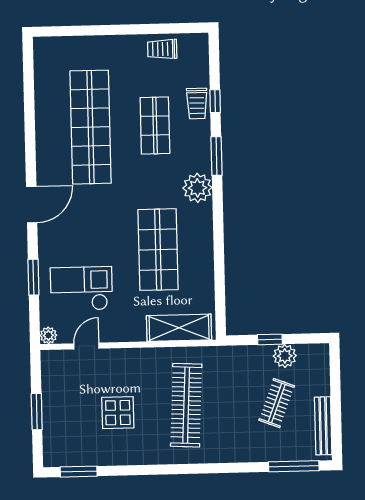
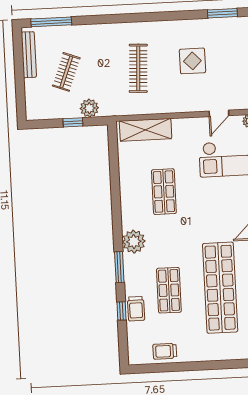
trolley: (162, 49) -> (165, 351), turned 180
trolley: (197, 103) -> (136, 309), turned 180
shop shelf: (158, 250) -> (164, 192), width x0.70, depth x0.74
plant: (285, 356) -> (89, 108), moved
clothes rail: (186, 405) -> (138, 68), width x0.73, depth x0.76

